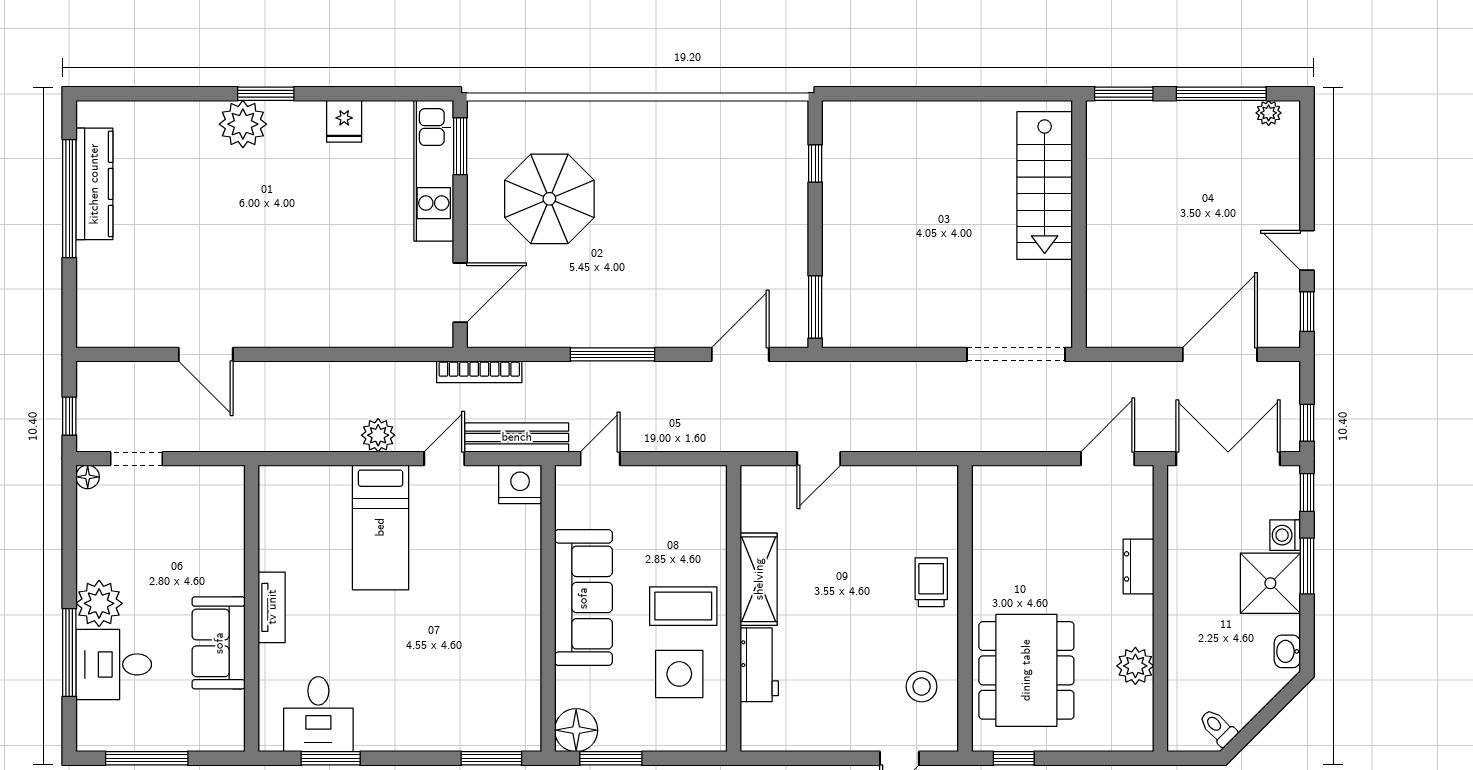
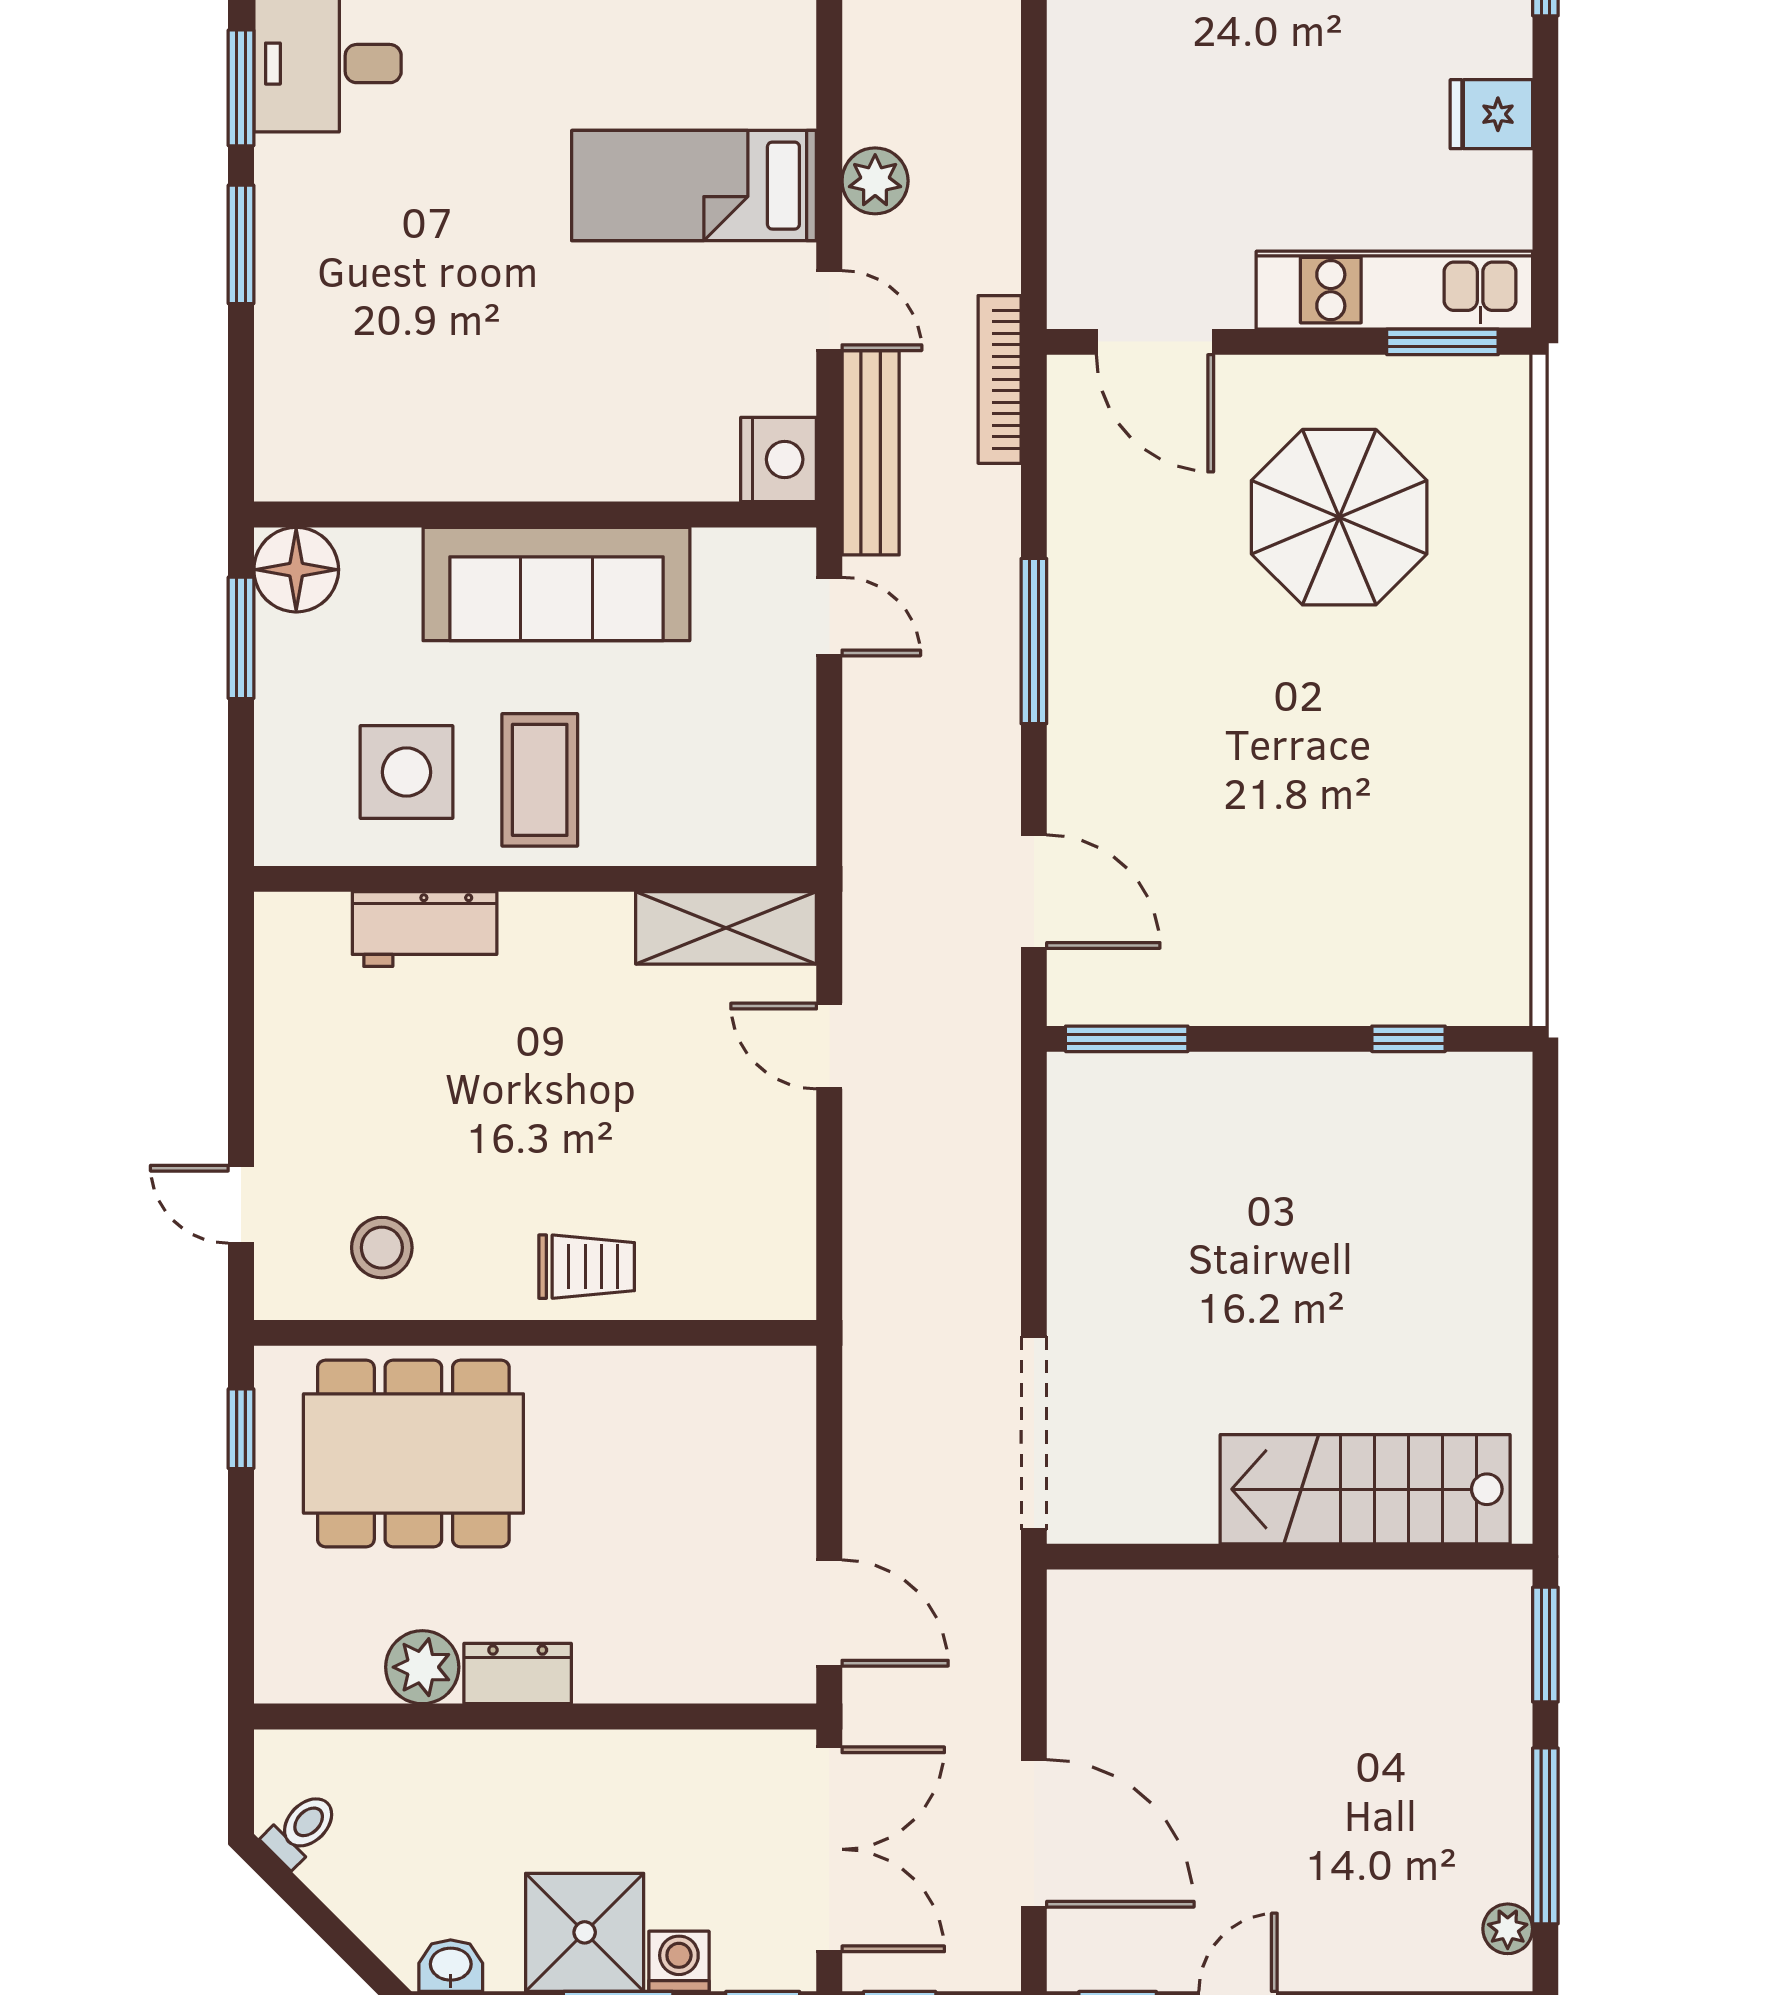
dresser: (1139, 566) -> (518, 1674), moved
shelving: (759, 579) -> (726, 928), moved
window: (491, 758) -> (241, 244), moved

